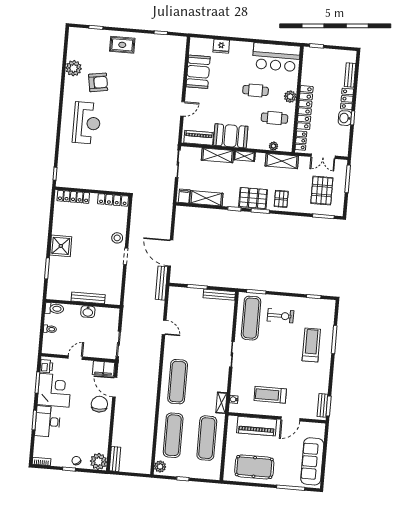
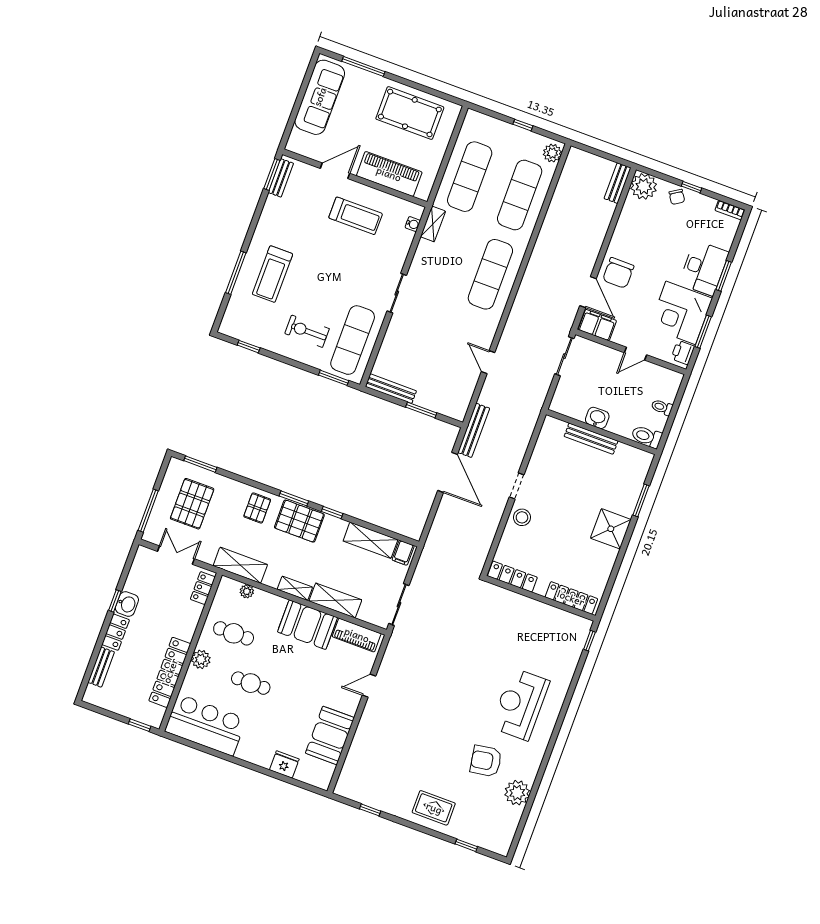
locker: (305, 108) -> (170, 672), moved

